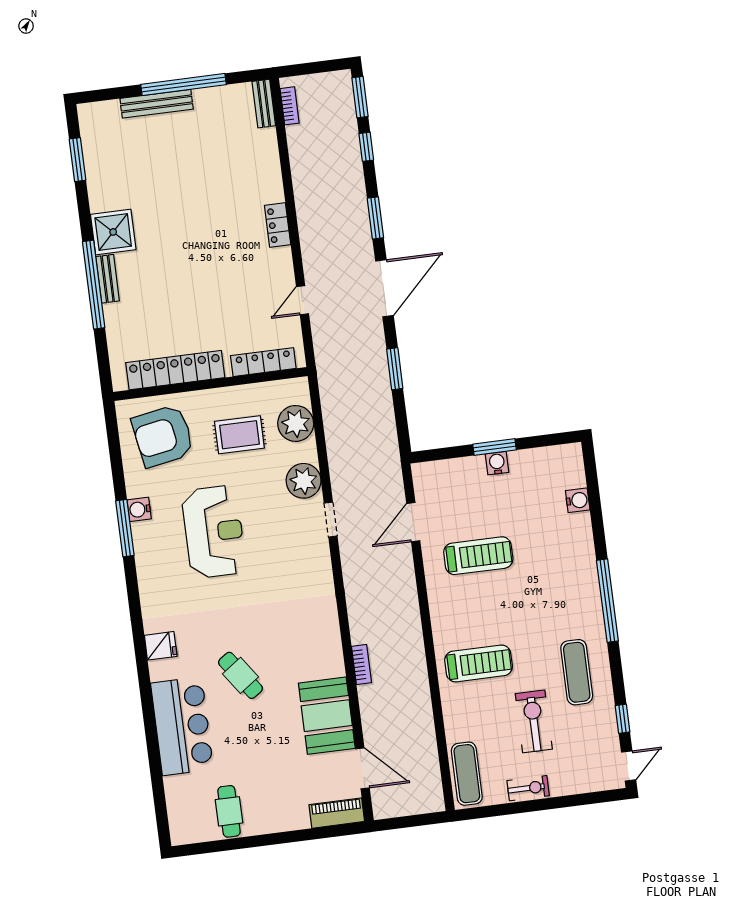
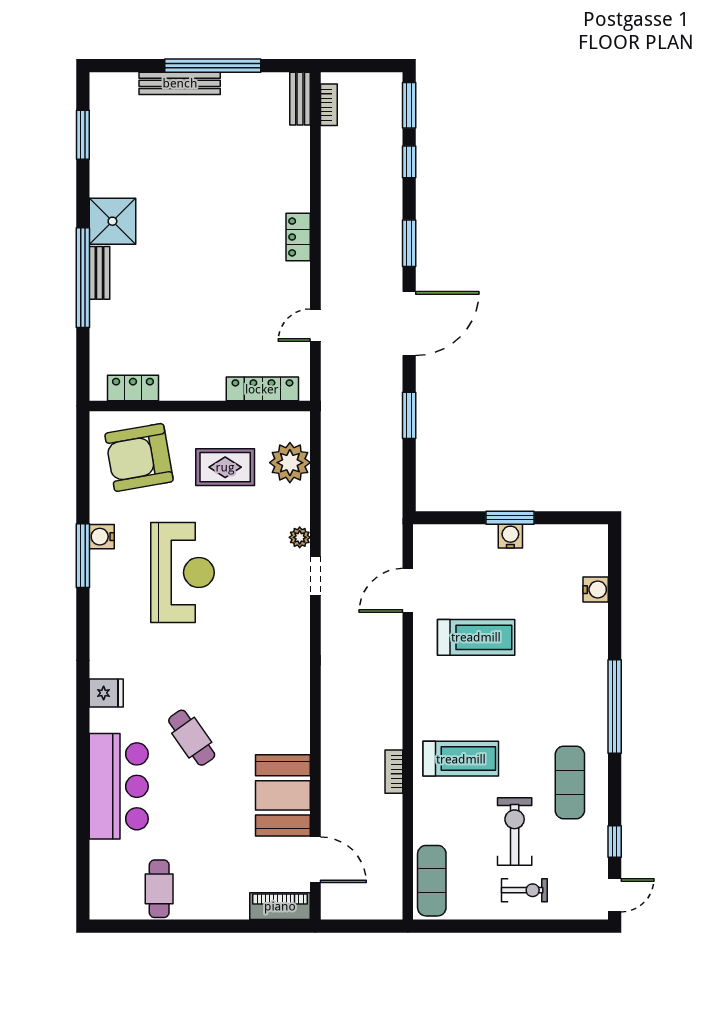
locker: (175, 370) -> (133, 388), width x0.46, depth x0.83
plant: (304, 481) -> (300, 537), width x0.53, depth x0.53
bookcase: (362, 665) -> (394, 772), moved, turned 180
exercise bike: (528, 788) -> (524, 890), moved

